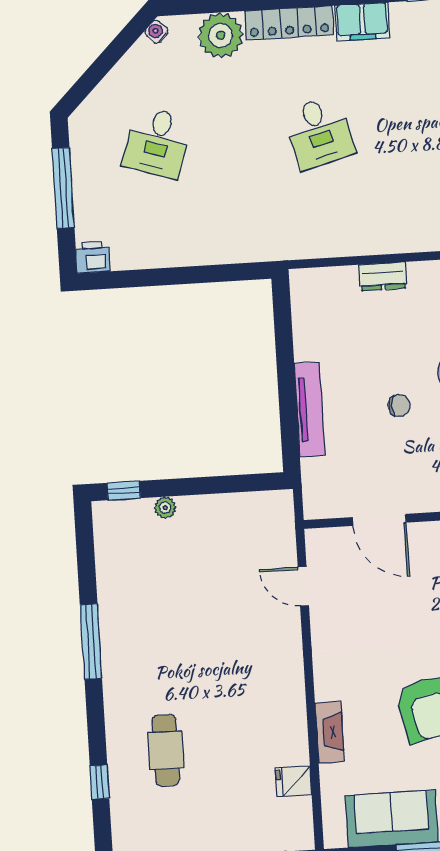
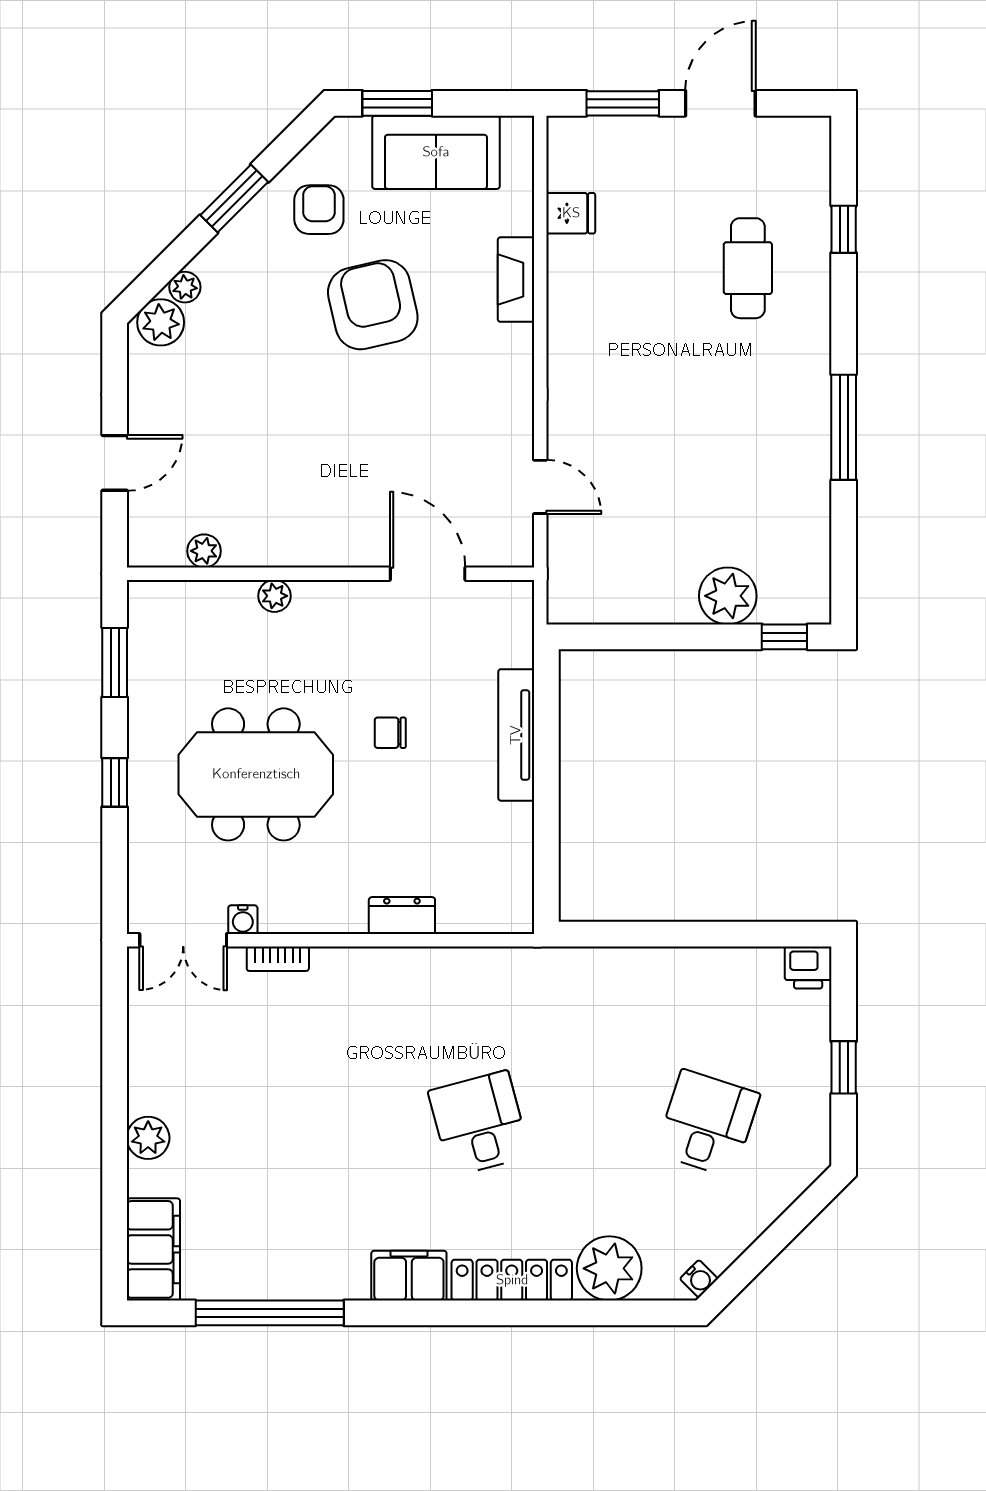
window: (63, 188) -> (844, 1067), width x0.46
plant: (165, 508) -> (728, 596), width x1.87, depth x1.87

